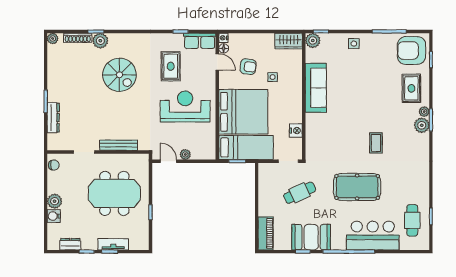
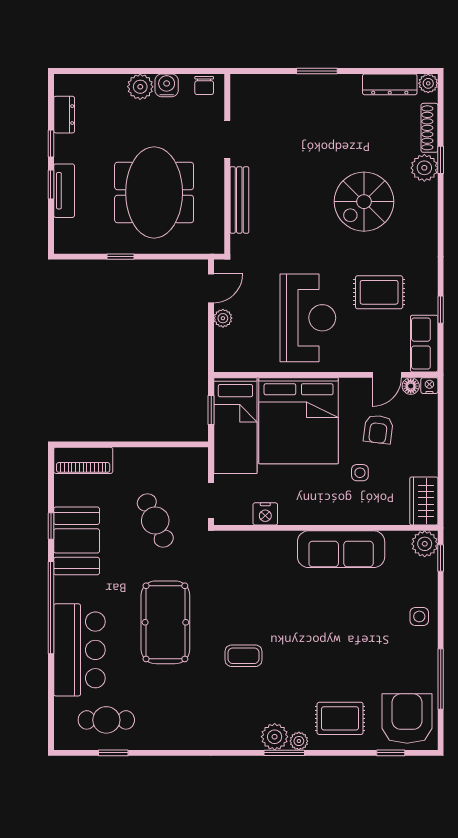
dresser: (53, 118) -> (390, 84), moved
water cooler: (54, 216) -> (167, 85), moved

